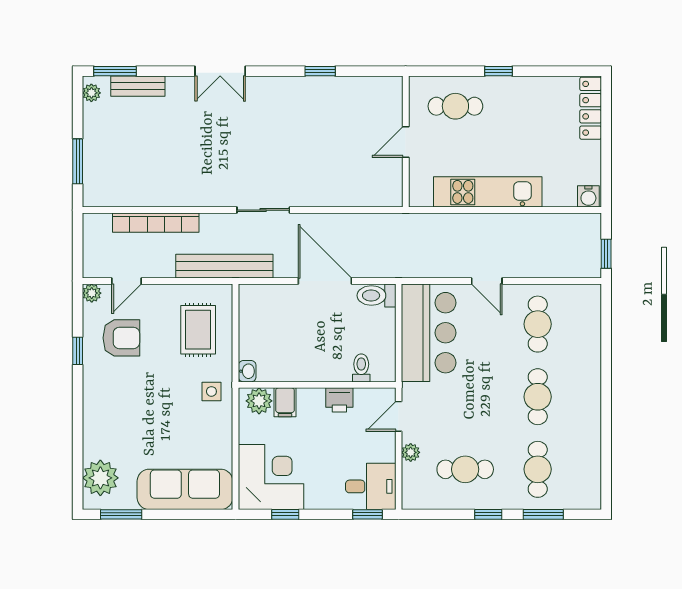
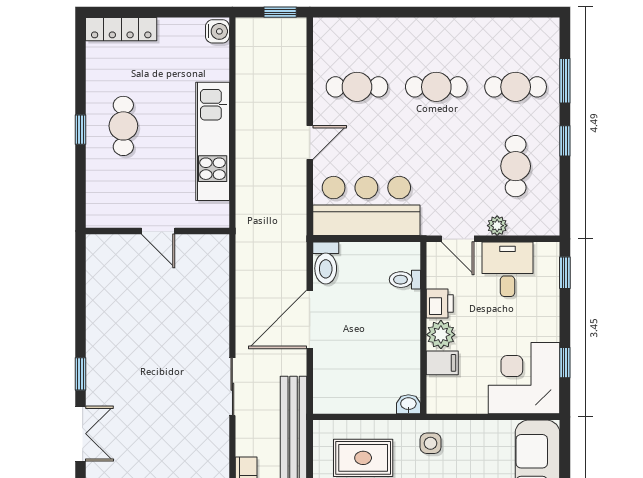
window: (320, 71) -> (81, 374), moved
cafe table: (455, 106) -> (123, 126), moved
plant: (259, 401) -> (441, 335), moved
desk: (371, 486) -> (507, 269), moved

